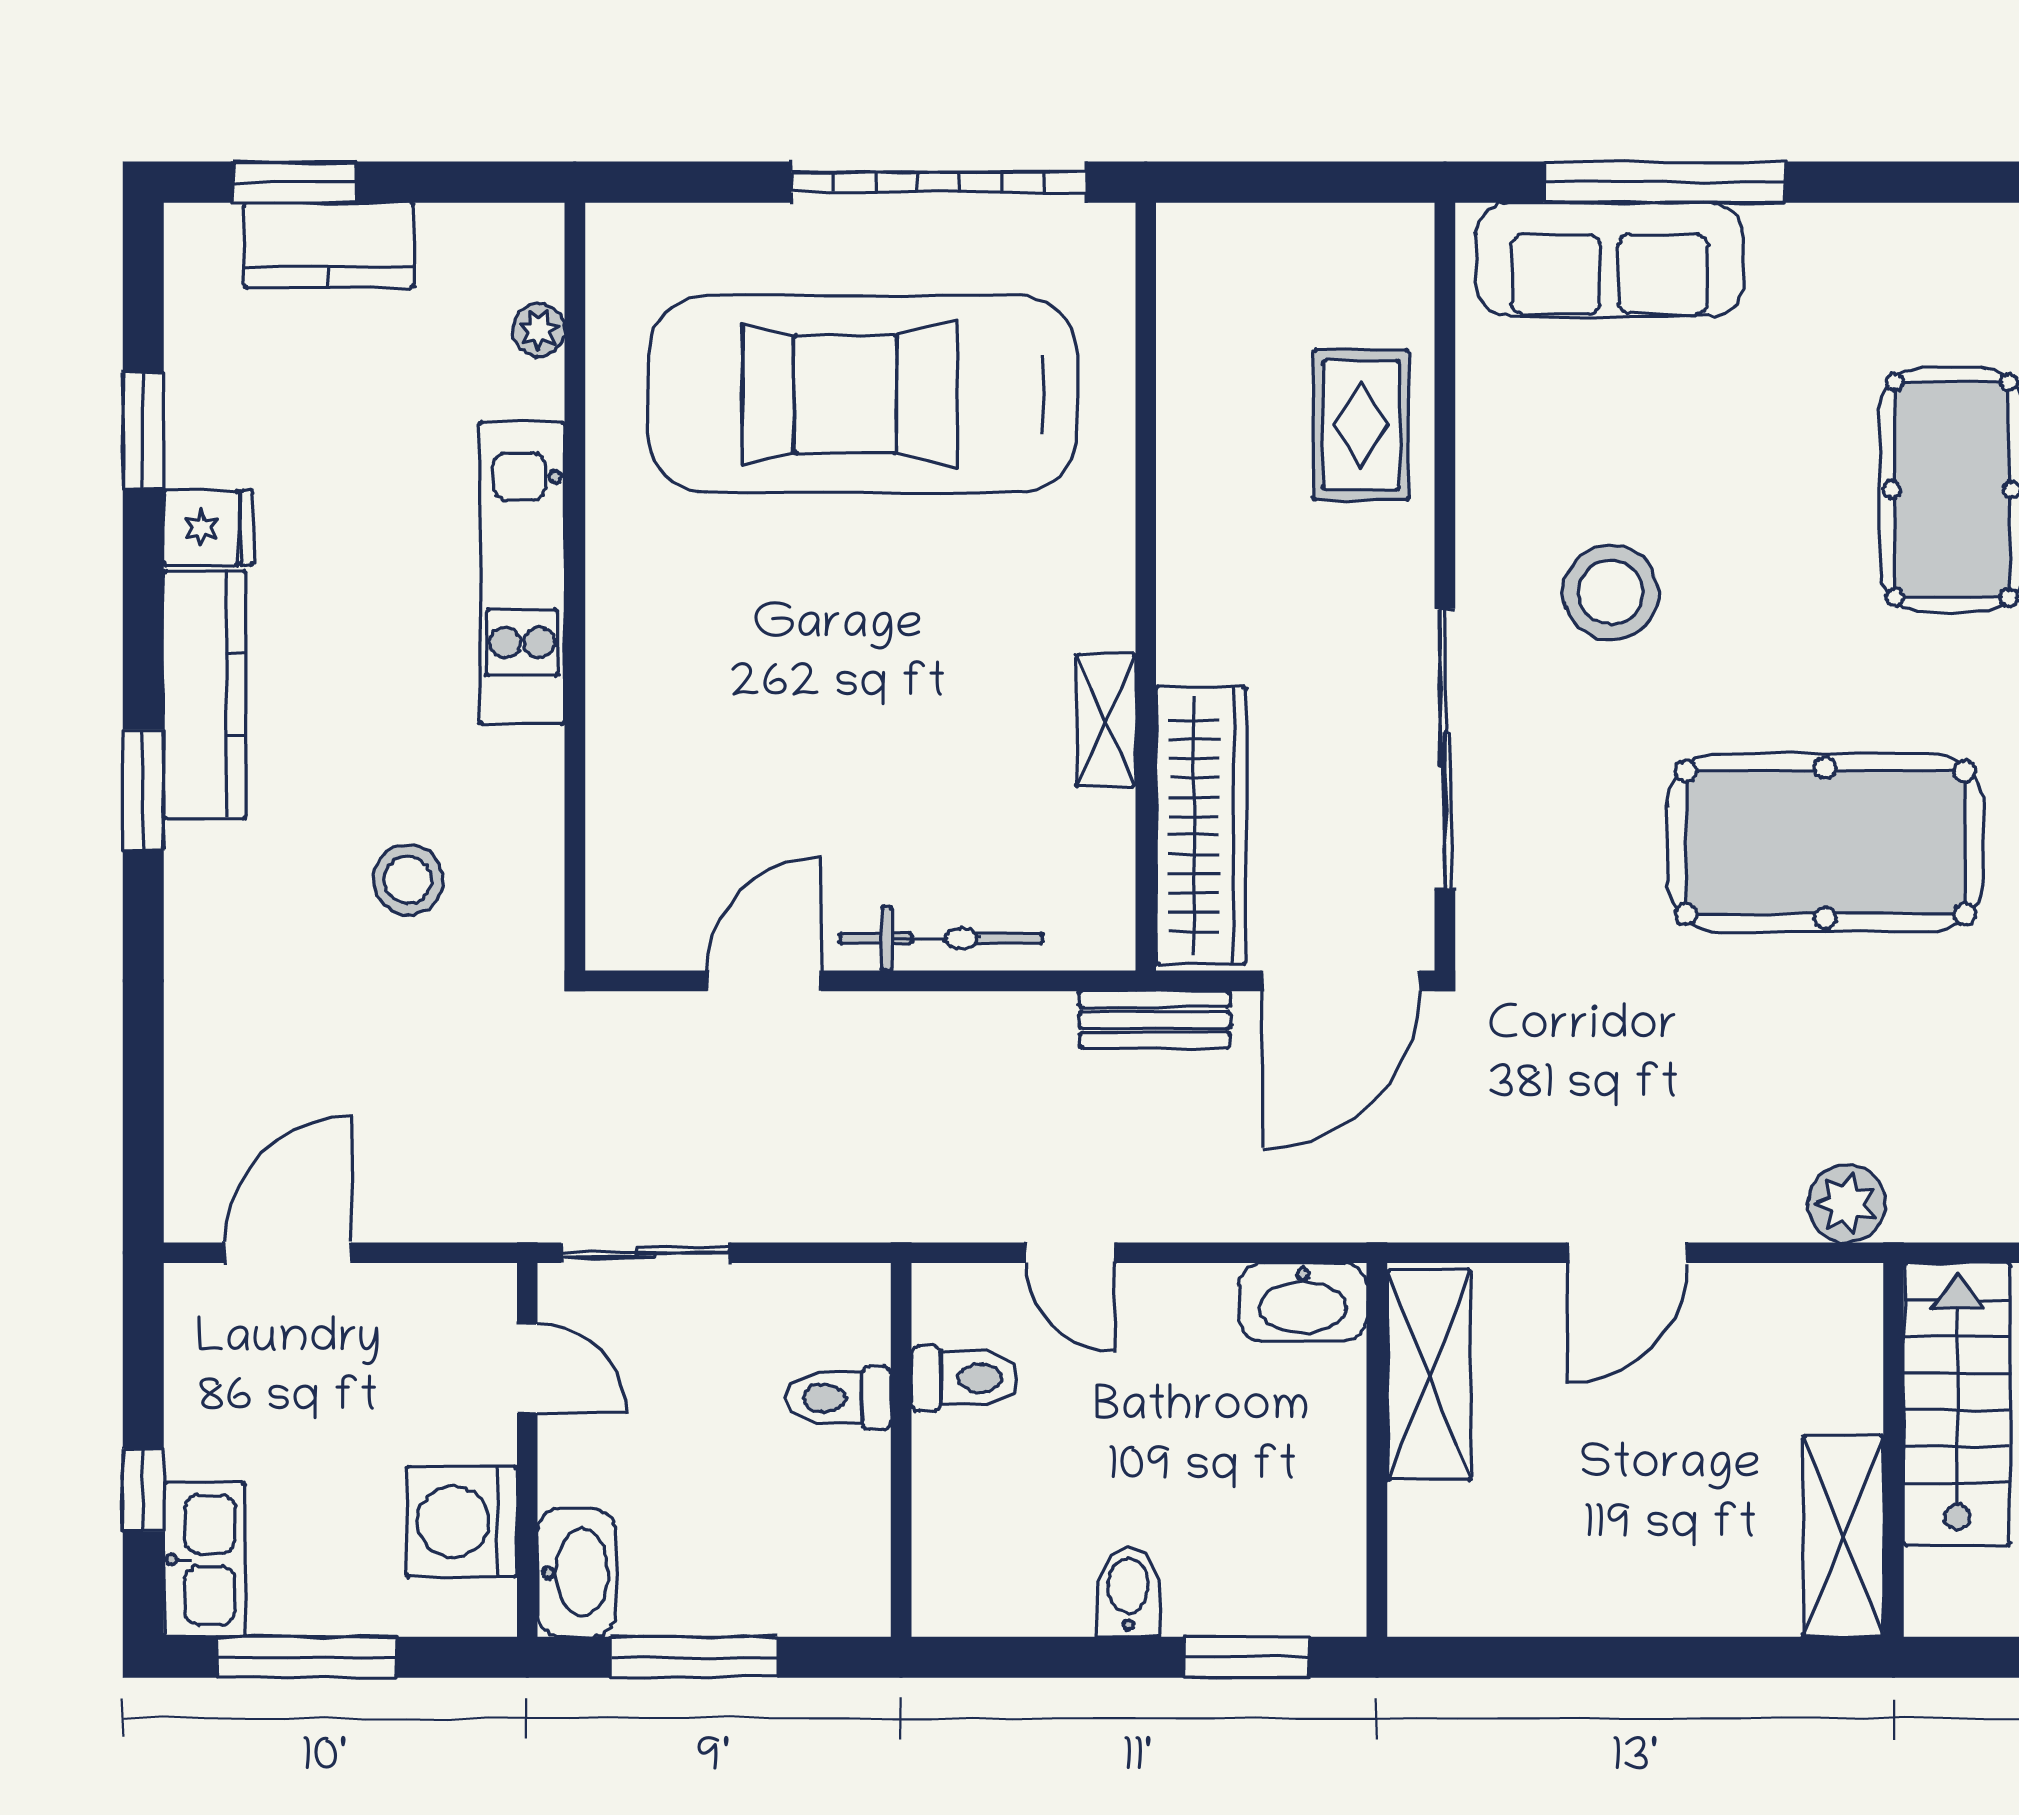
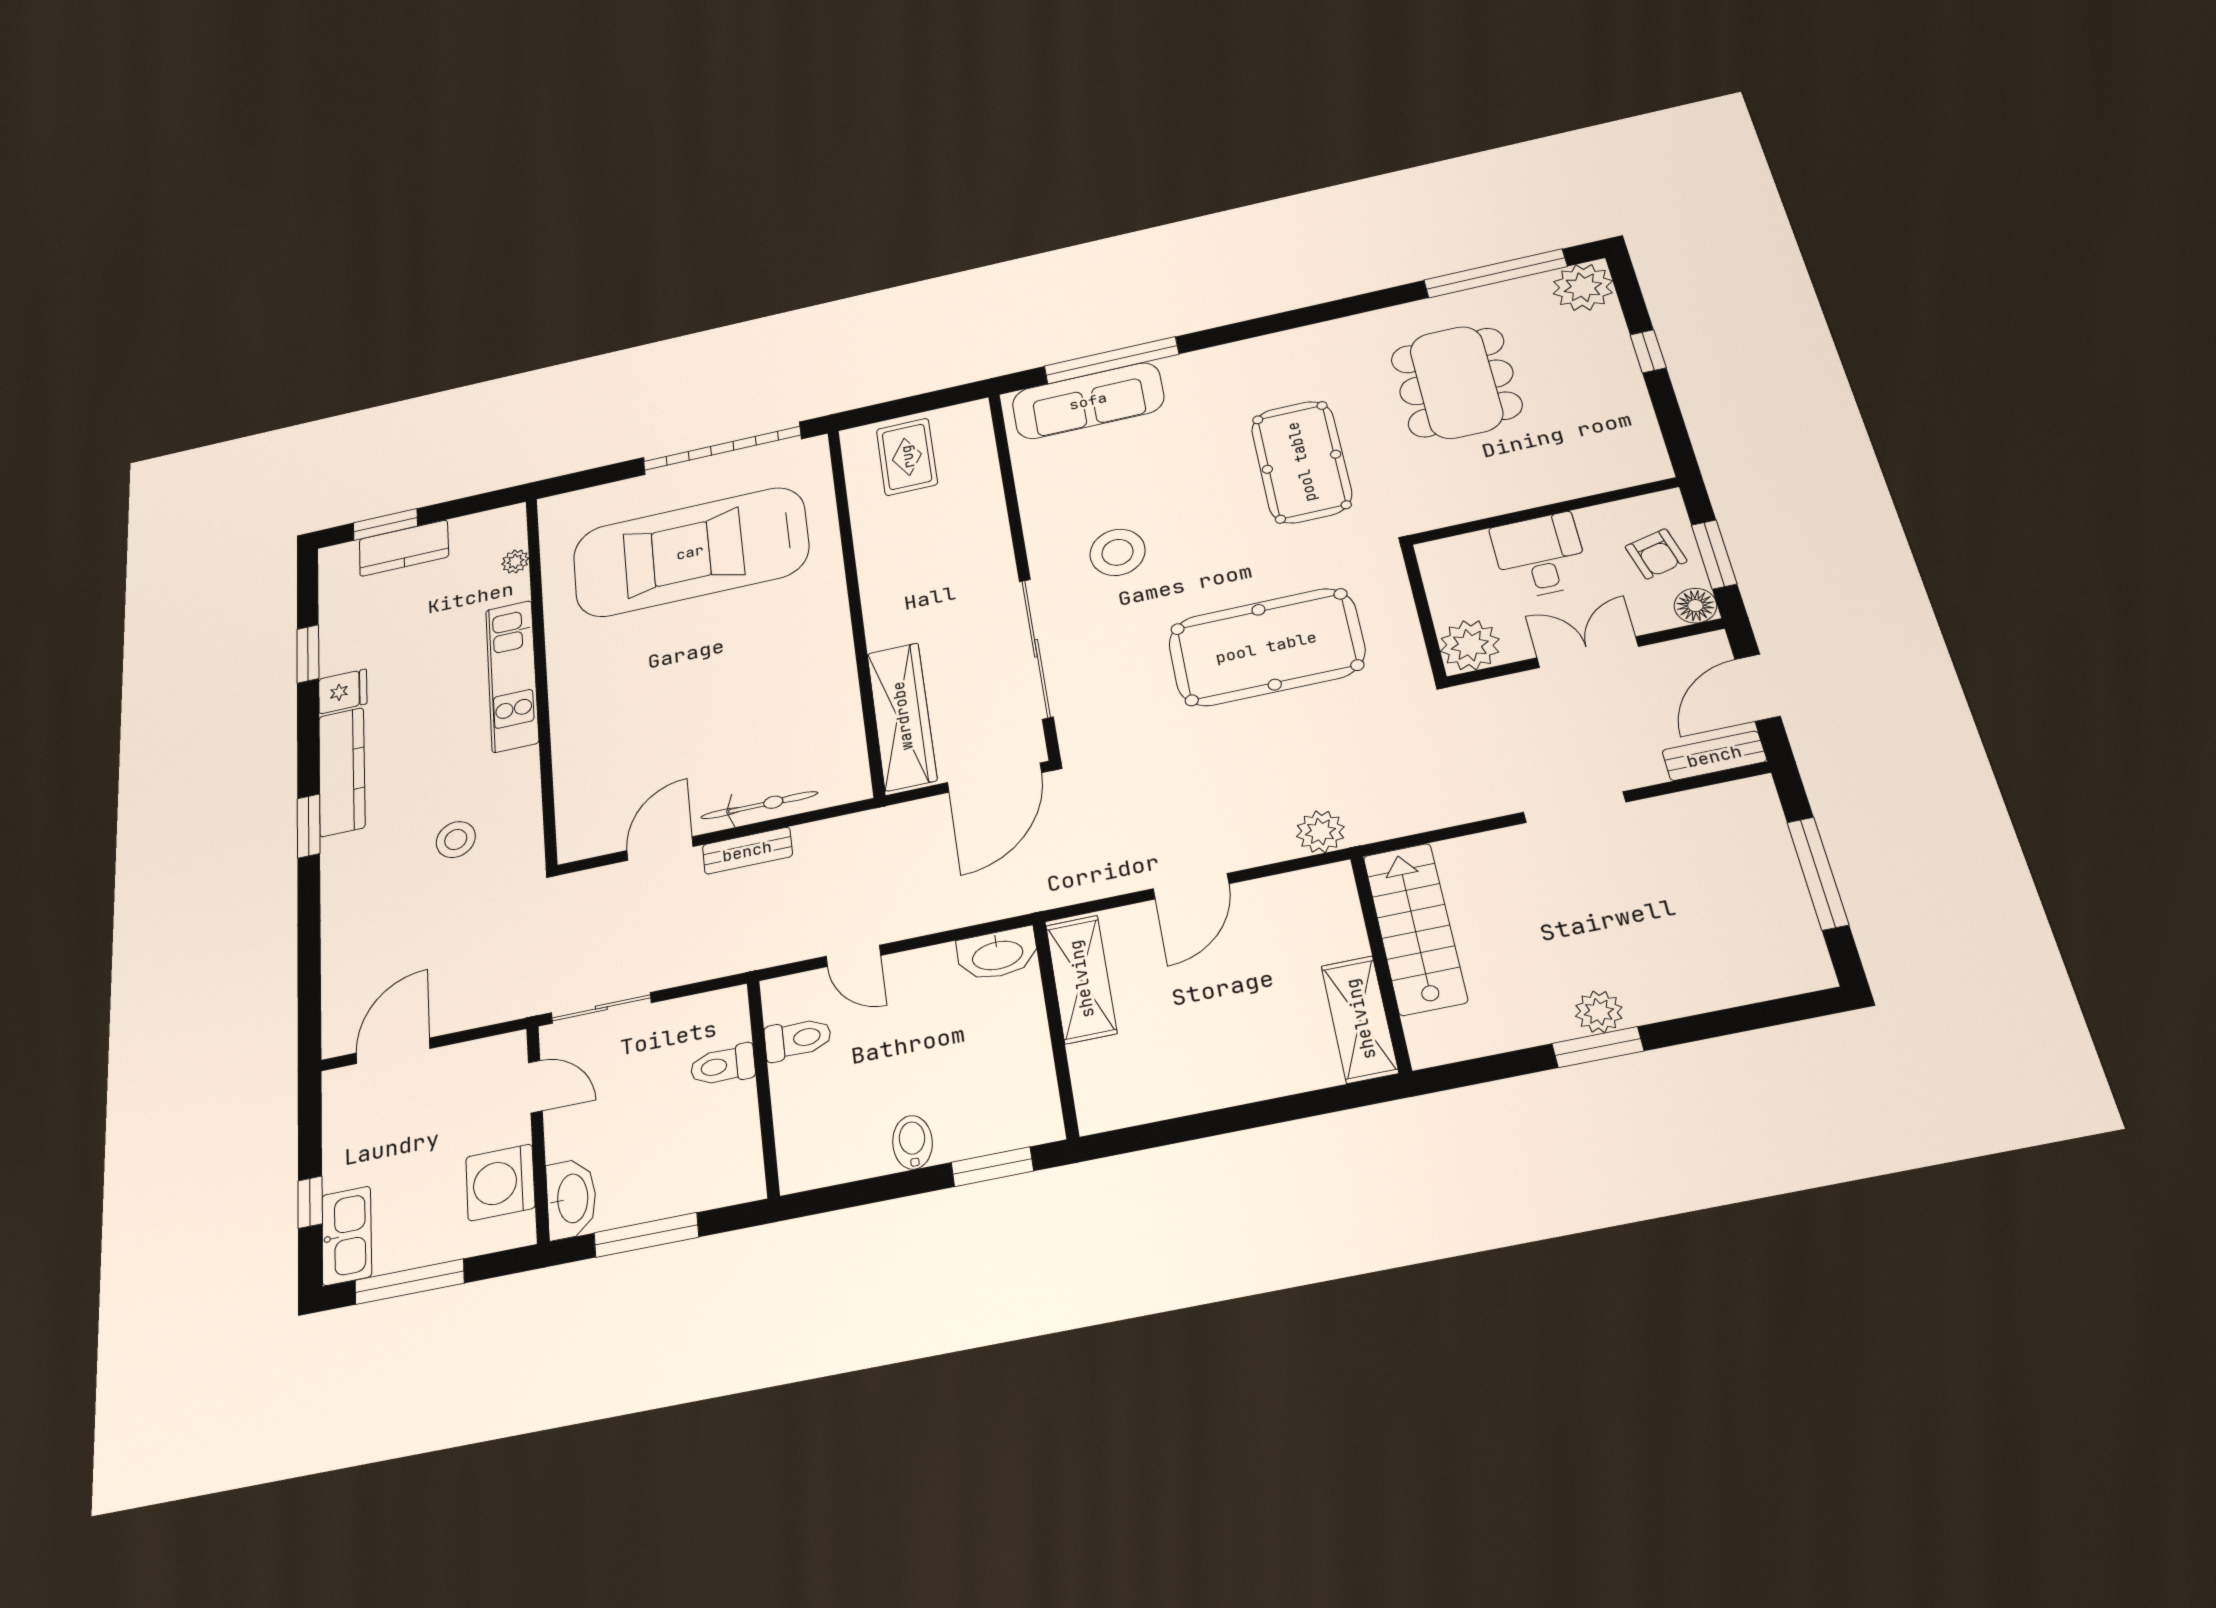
rug: (1361, 425) -> (907, 457), moved
shelving: (1106, 720) -> (841, 676), removed
bench: (1155, 1020) -> (747, 851), moved

